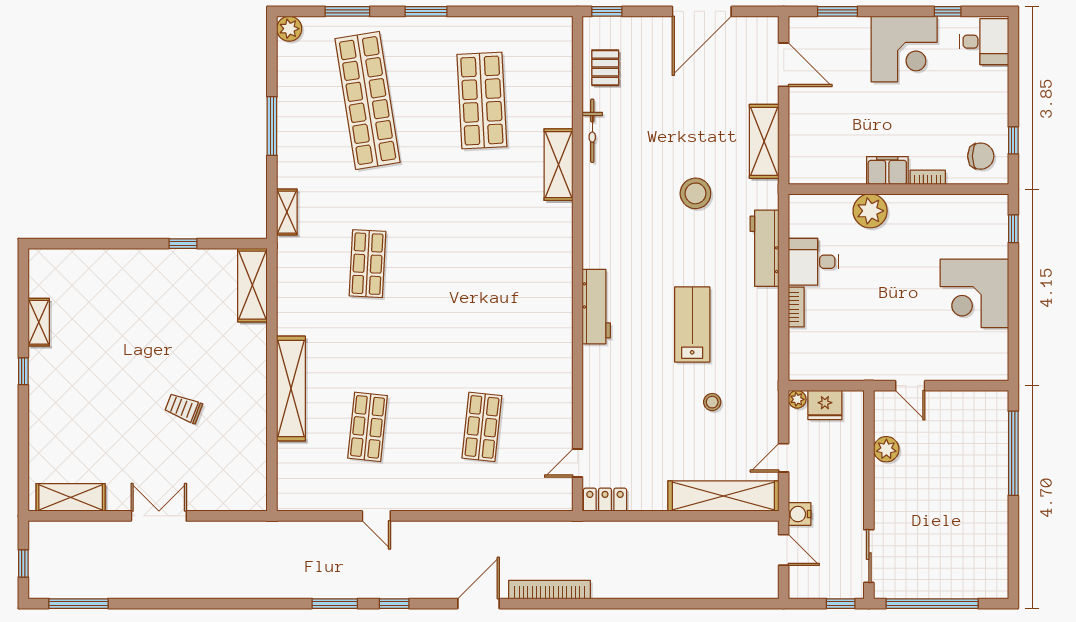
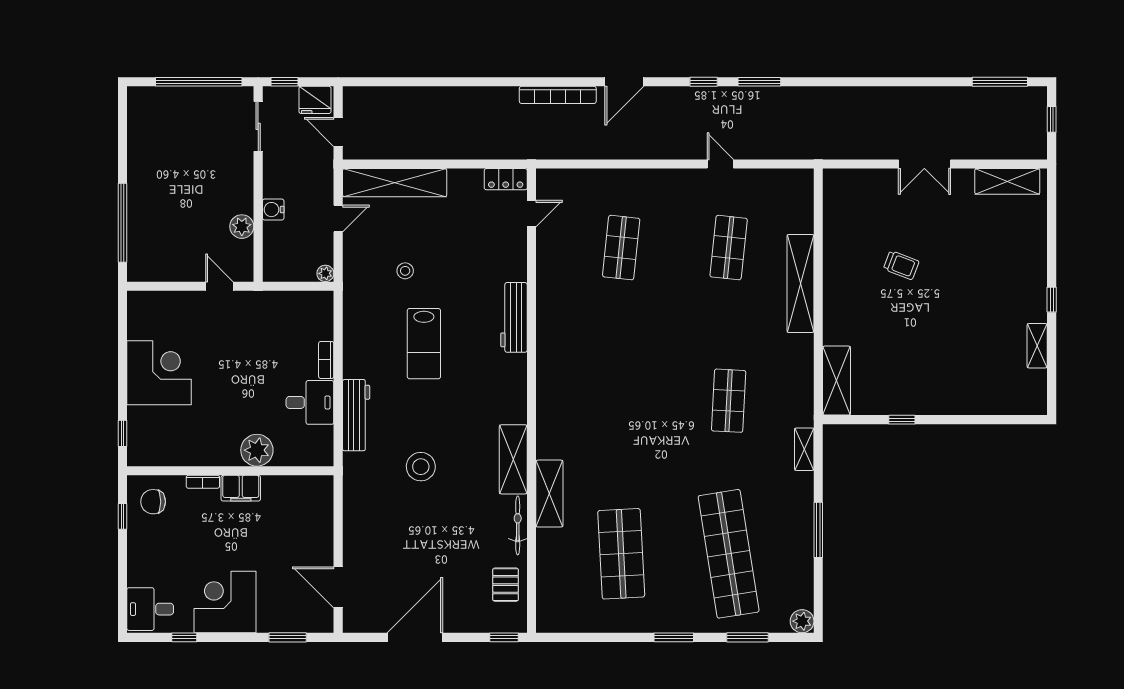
shelving: (764, 141) -> (513, 459), moved
workbench: (596, 307) -> (514, 317), moved
fridge: (825, 405) -> (315, 100), moved, turned 180
water cooler: (800, 514) -> (273, 210), moved, turned 180

